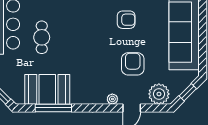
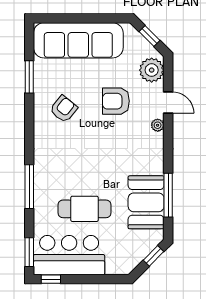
armchair: (126, 20) -> (64, 109), turned 39
cafe table: (42, 37) -> (84, 209), width x1.37, depth x1.35

